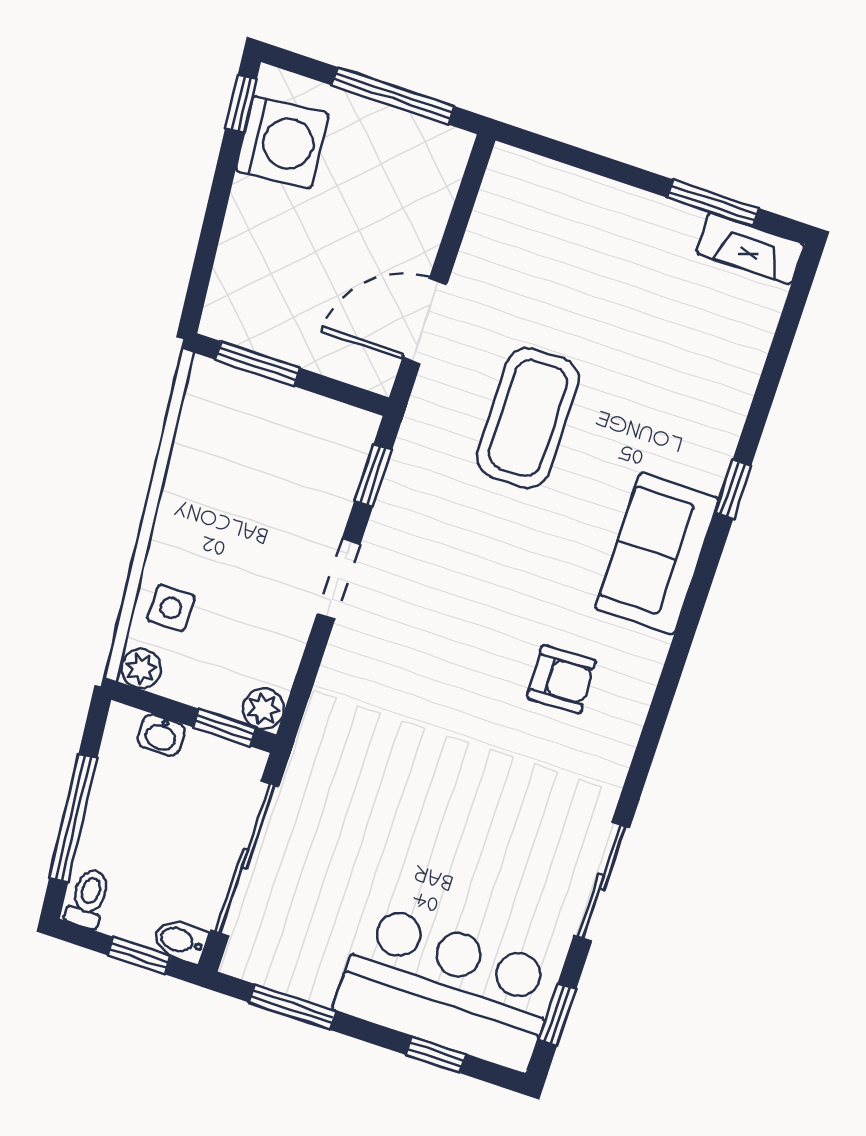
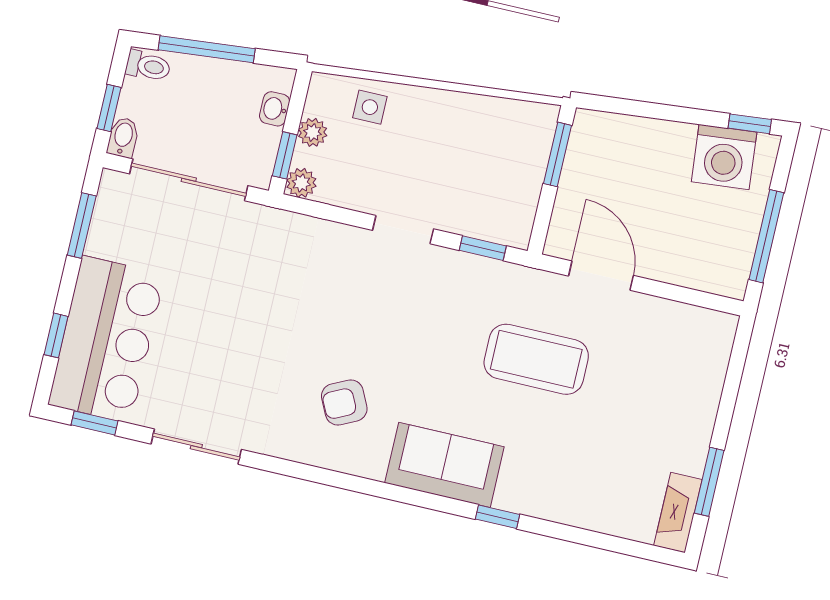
plant: (141, 669) -> (313, 132), moved
armchair: (561, 679) -> (344, 402), turned 66

